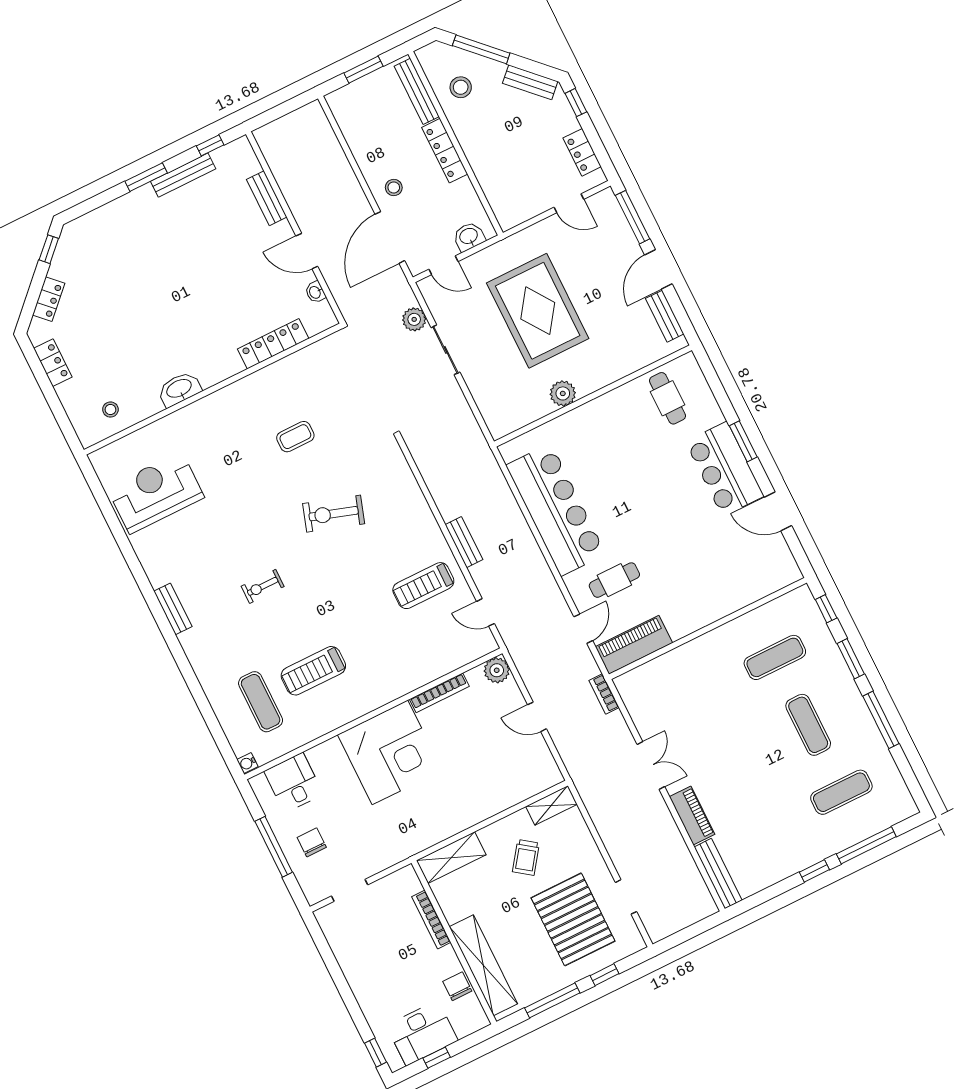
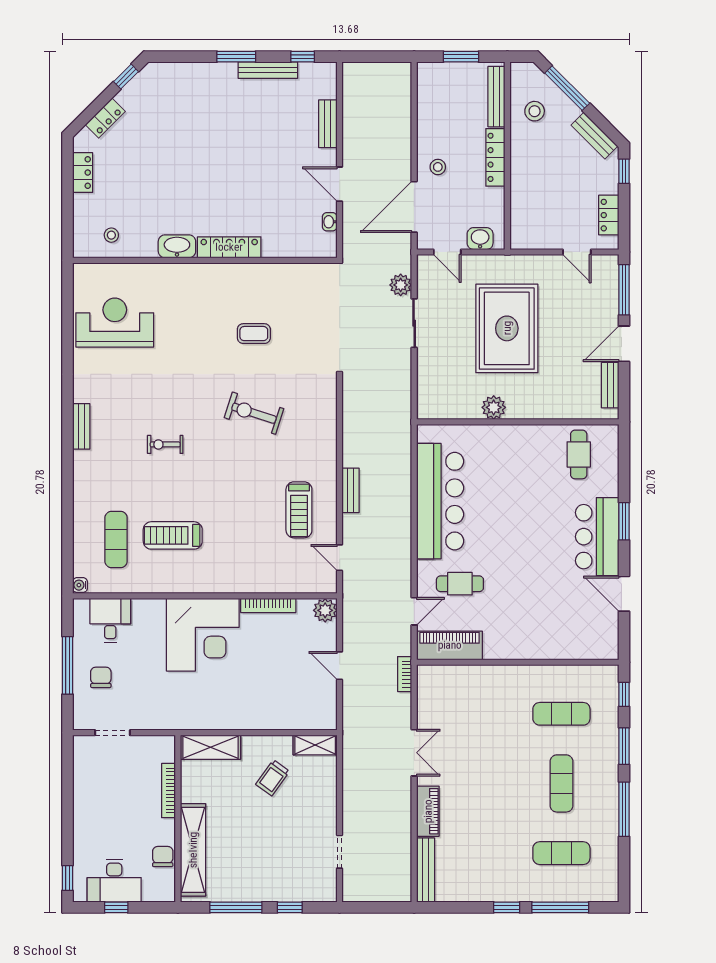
locker: (273, 344) -> (229, 247), moved
treadmill: (423, 586) -> (299, 510), turned -90
pallet: (573, 919) -> (286, 849), removed

